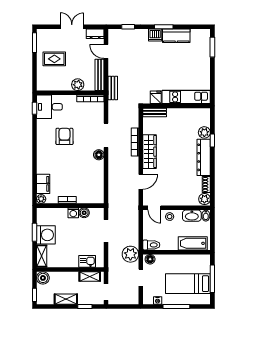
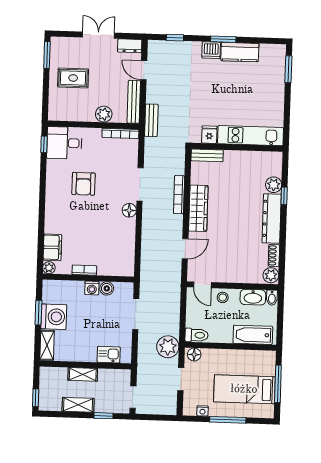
armchair: (64, 136) -> (83, 184), turned 180
shelving: (90, 277) -> (83, 374), moved
boiler: (43, 278) -> (48, 375), removed

